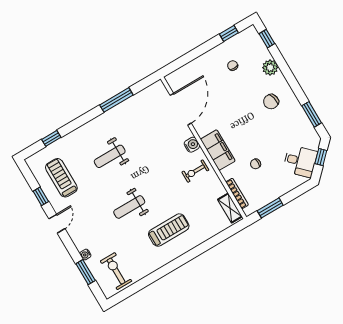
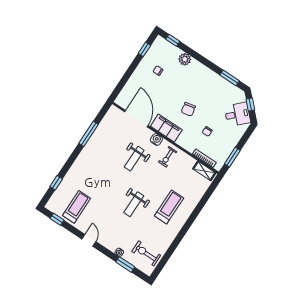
chair: (271, 102) -> (188, 109), moved
filing cabinet: (218, 150) -> (166, 128), moved
weight bench: (110, 156) -> (134, 159), moved
treadmill: (61, 178) -> (77, 207), turned 90
window: (41, 196) -> (57, 219), moved

